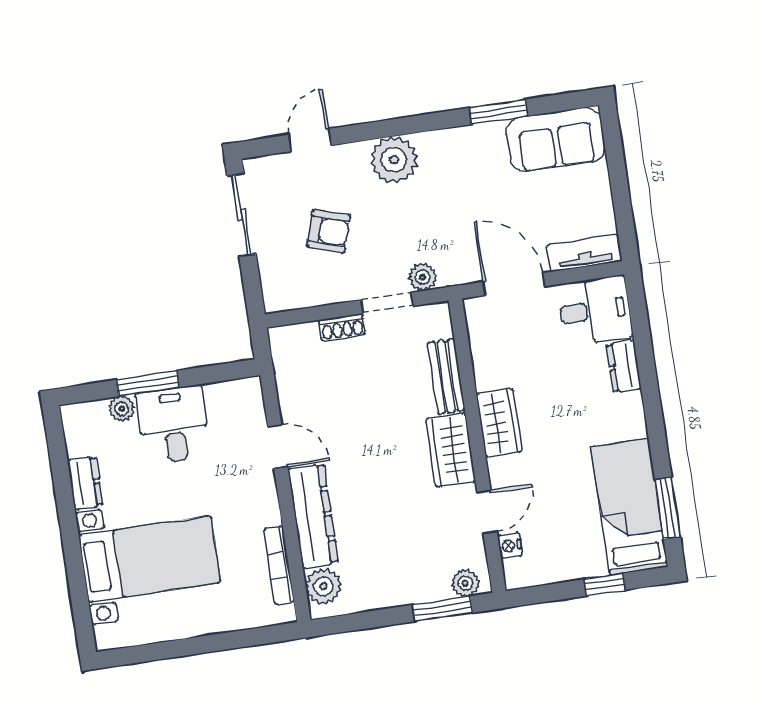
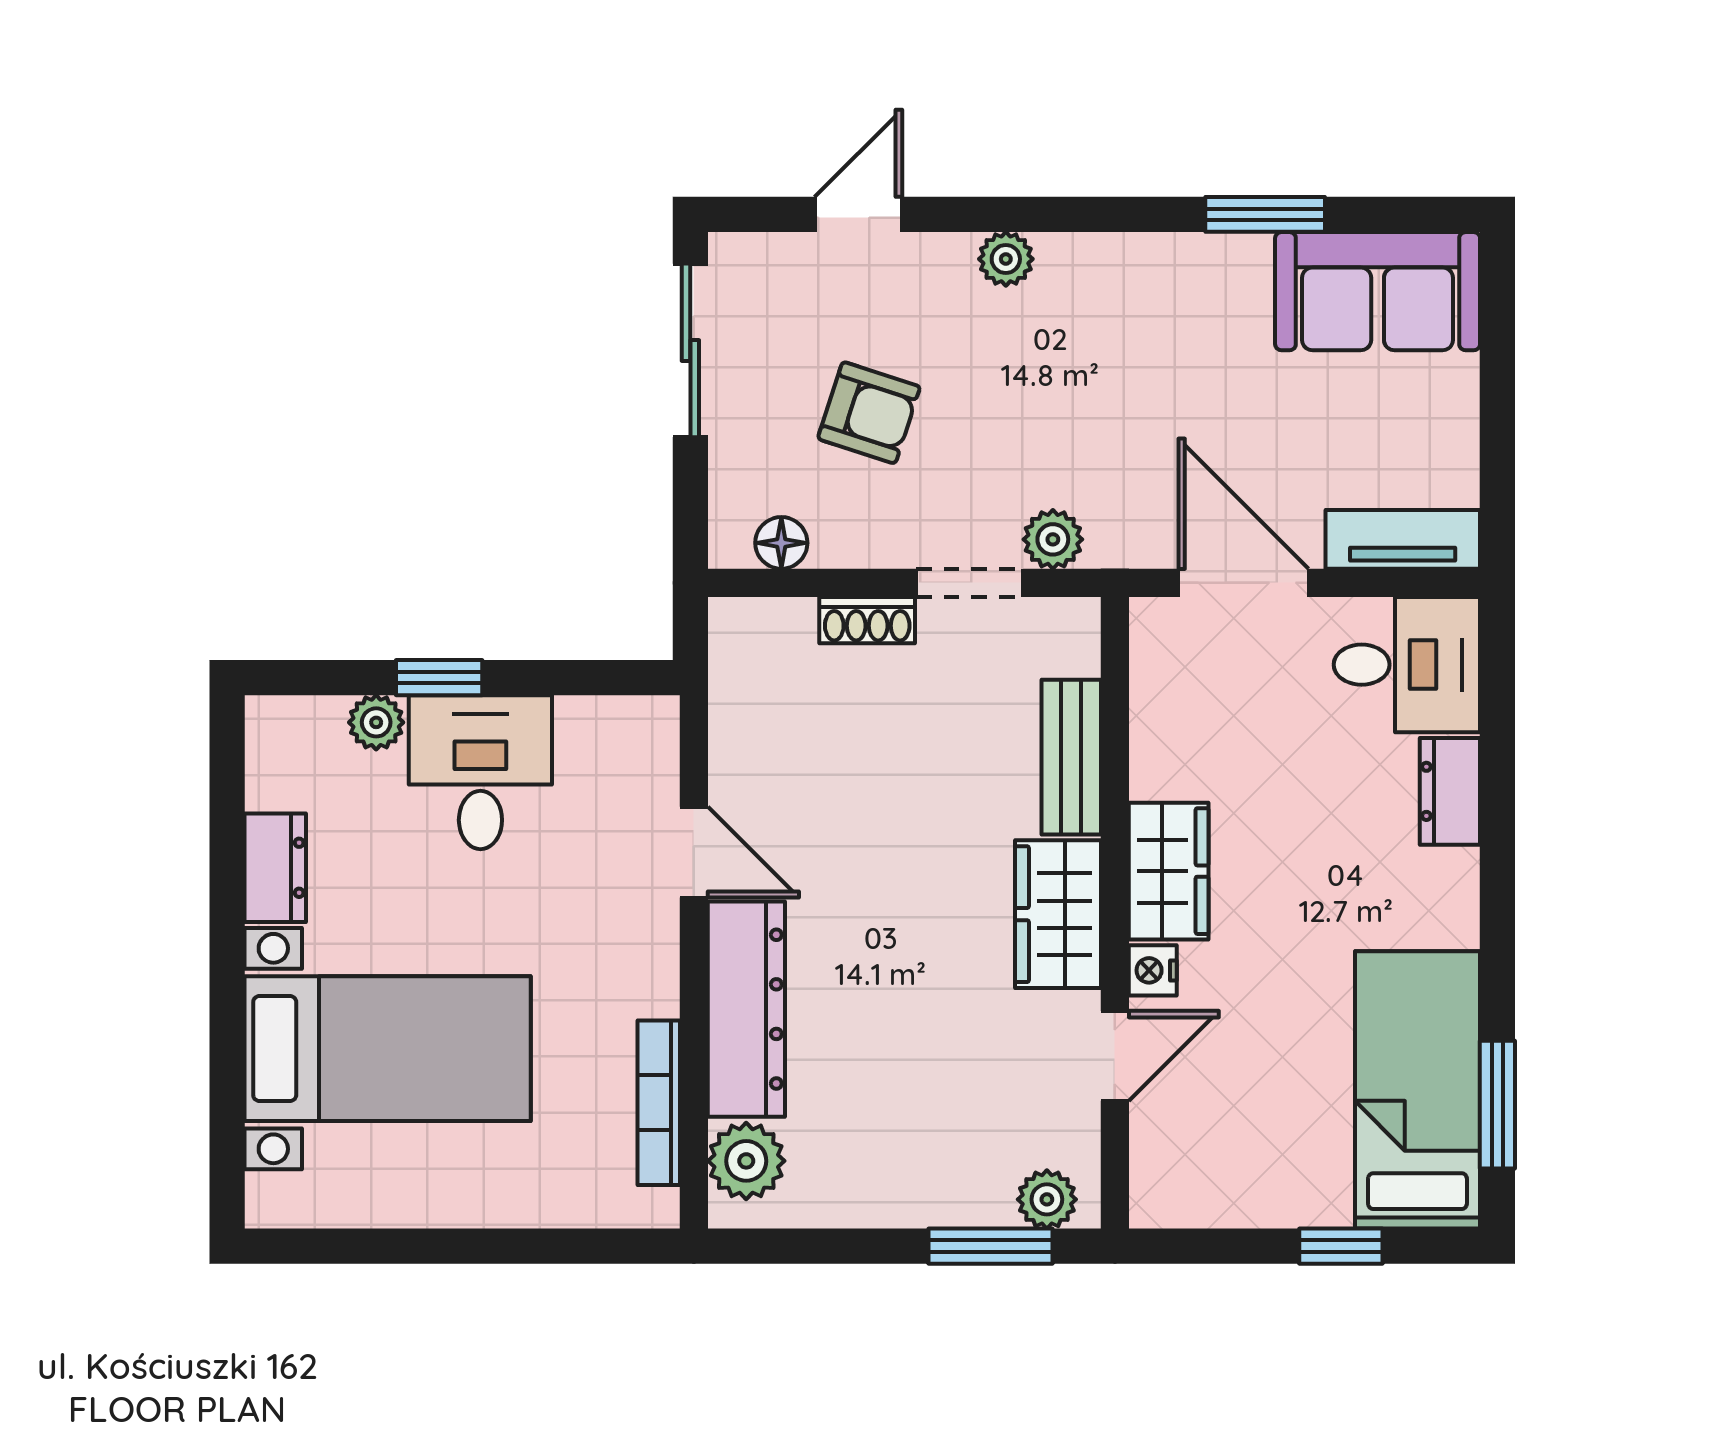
plant: (394, 160) -> (1006, 259), width x0.53, depth x0.53
floor lamp: (297, 297) -> (781, 543), added
window: (148, 384) -> (439, 678), width x0.67
nightstand: (510, 546) -> (1153, 970), moved

